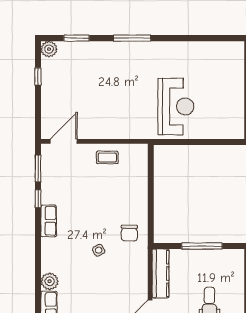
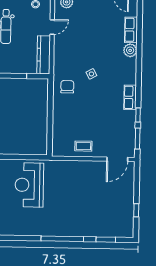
window: (132, 38) -> (62, 239), width x1.46
plant: (49, 49) -> (127, 231), removed

